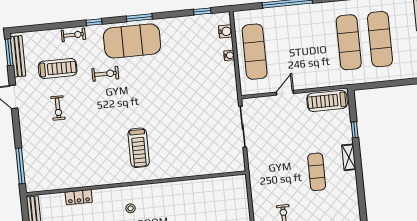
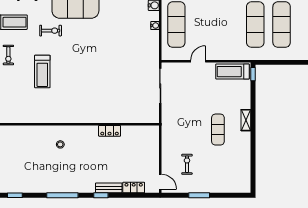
window: (355, 130) -> (253, 74), moved
treadmill: (139, 148) -> (42, 71), moved
locker: (79, 197) -> (110, 131), moved

